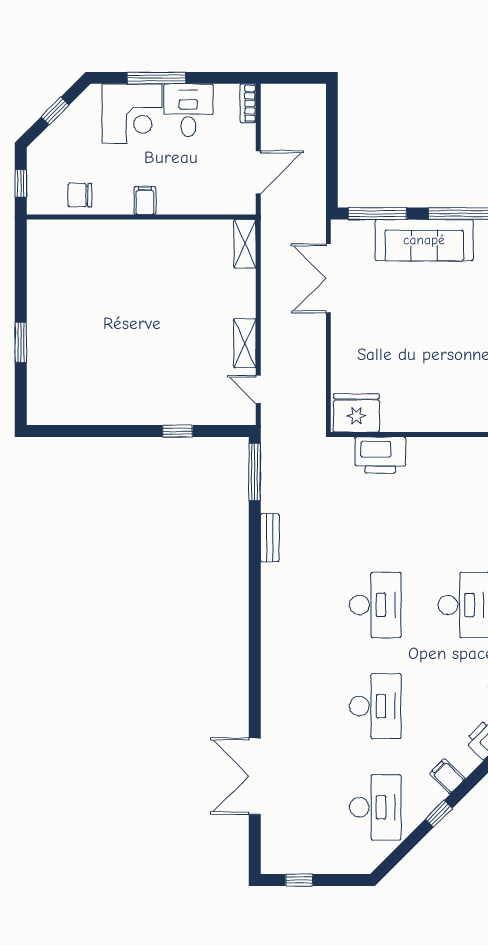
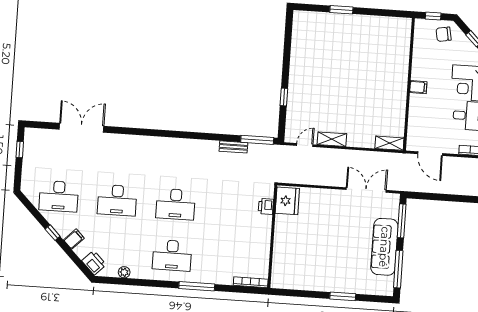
chair: (80, 195) -> (444, 34), moved, turned -100
printer: (380, 455) -> (266, 206), width x0.53, depth x0.68
bench: (270, 538) -> (233, 147), moved

